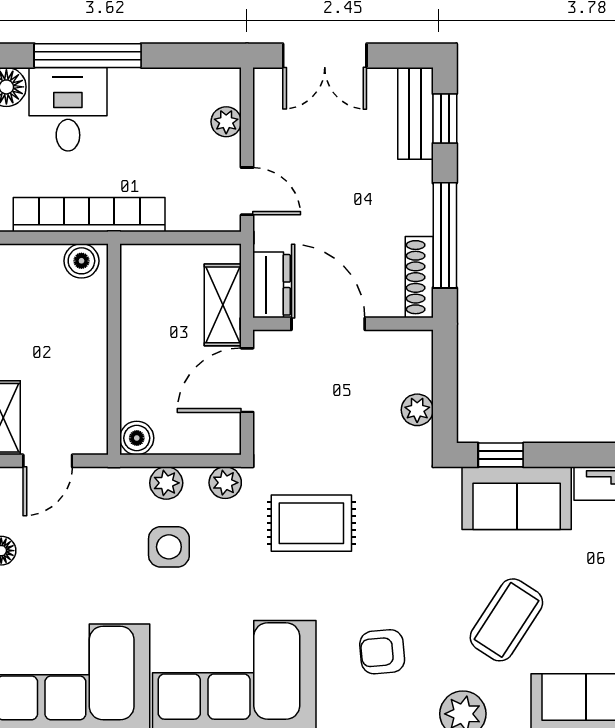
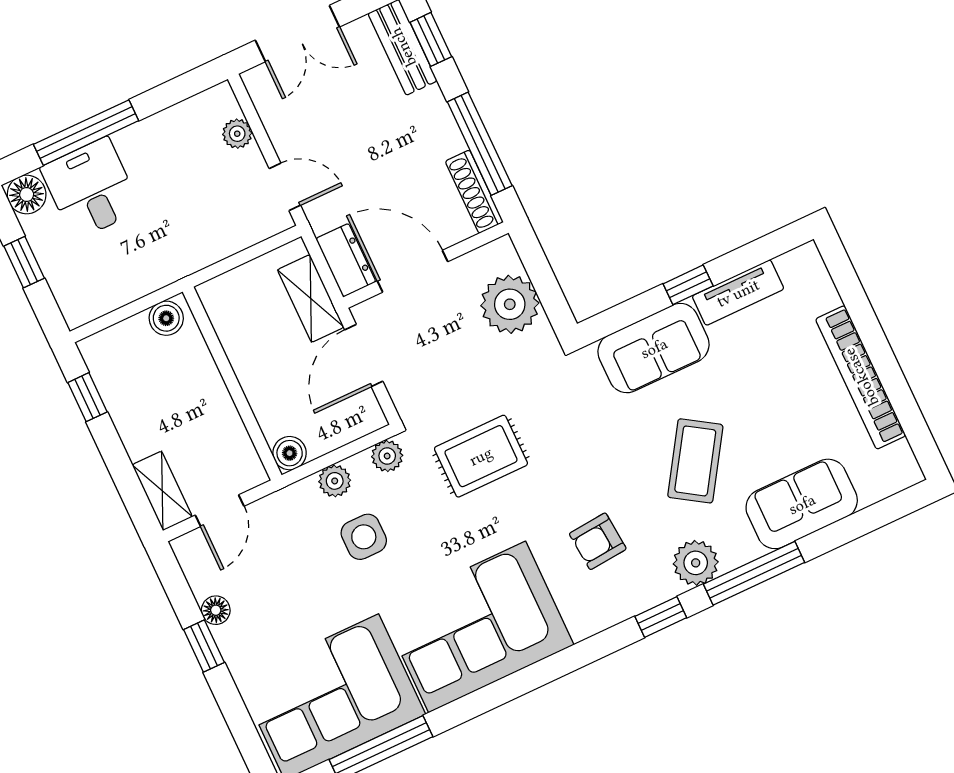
bookcase: (89, 215) -> (154, 274), removed
plant: (417, 410) -> (510, 304), width x1.88, depth x1.88
window: (501, 455) -> (688, 285), moved

